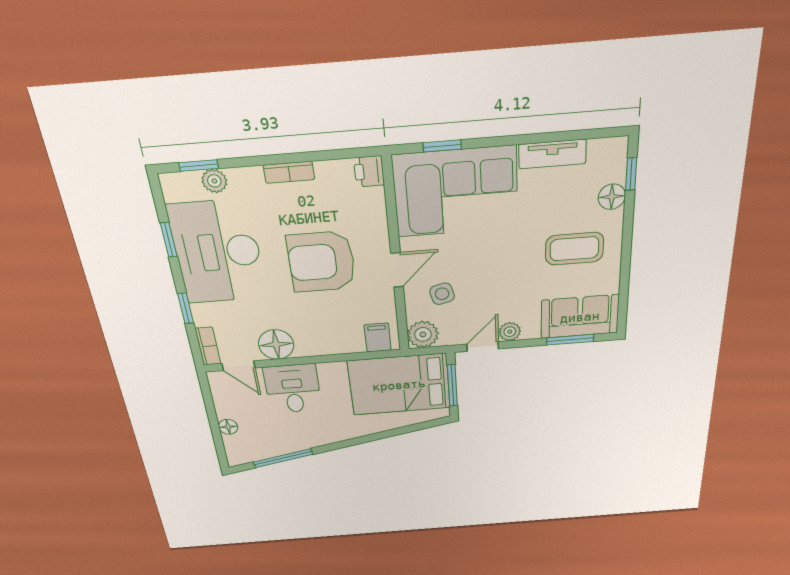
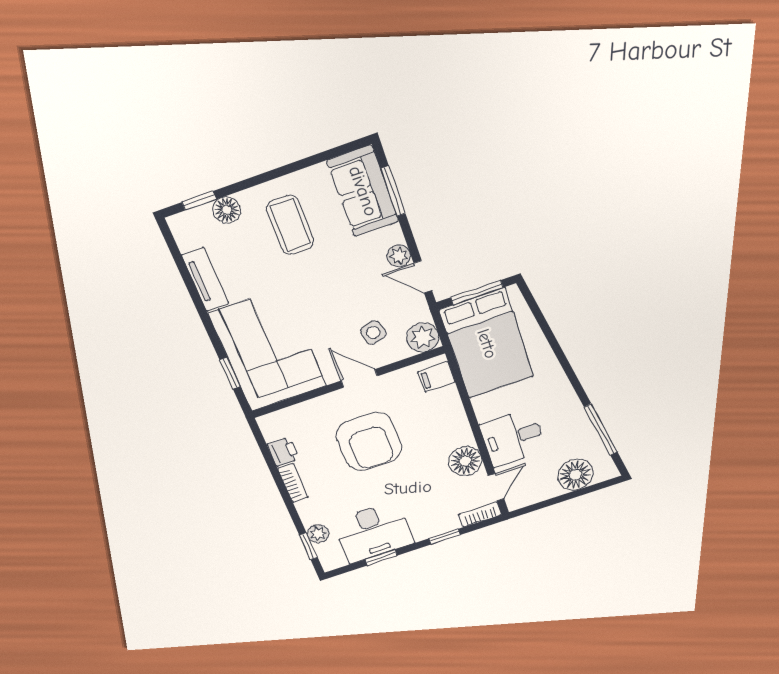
printer: (369, 171) -> (283, 452), moved, turned -90
desk: (218, 252) -> (373, 532), width x0.73, depth x0.77
floor lamp: (228, 427) -> (575, 475), width x1.89, depth x1.89

